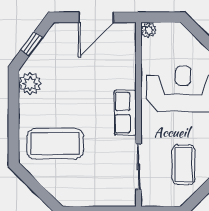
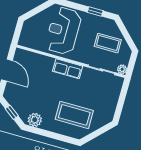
plant: (149, 30) -> (122, 69), moved
coffee table: (55, 144) -> (74, 115), turned 90

